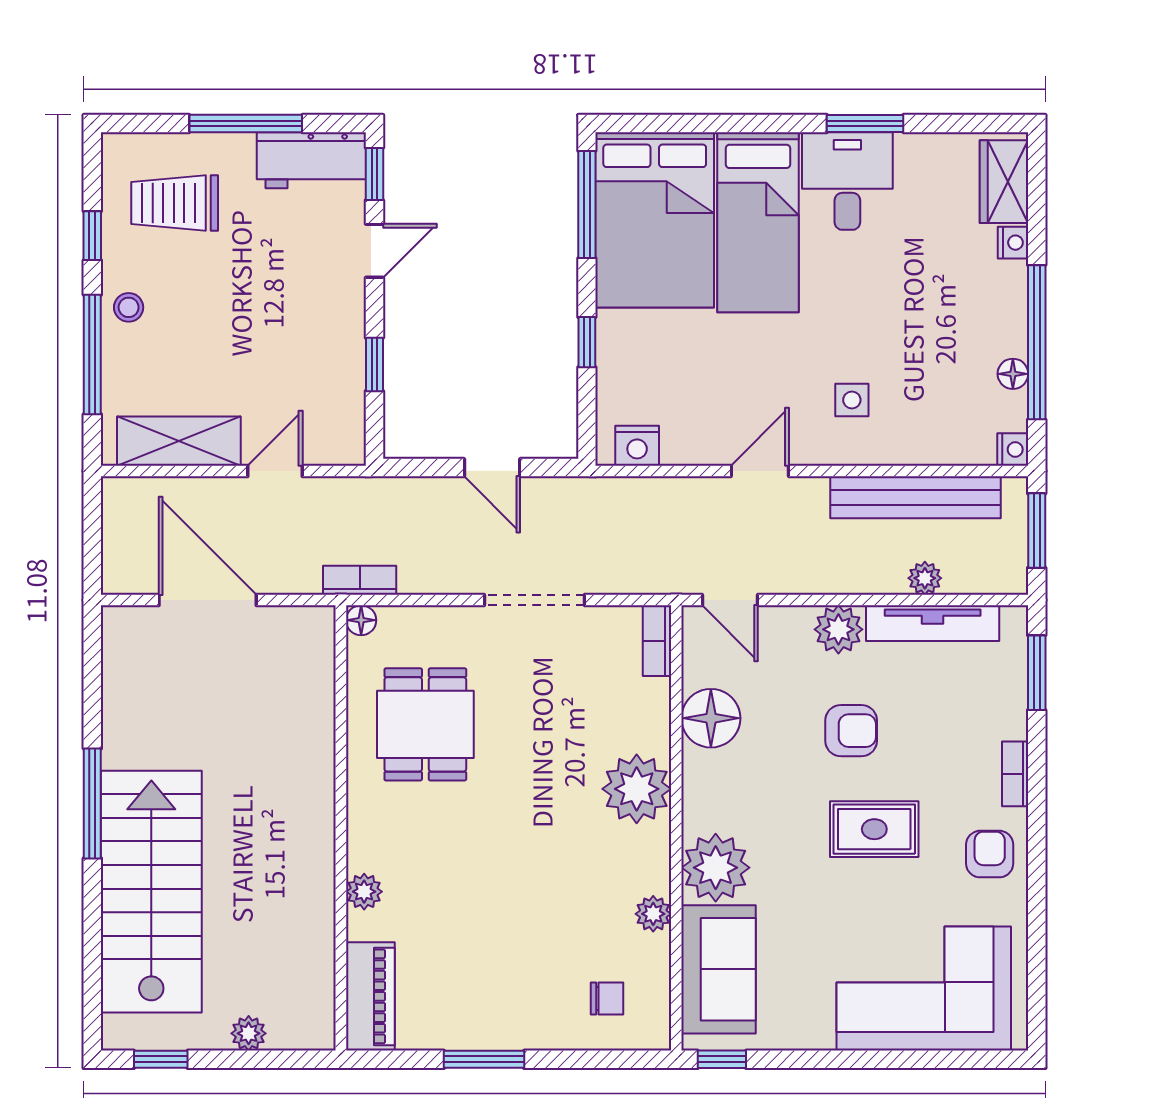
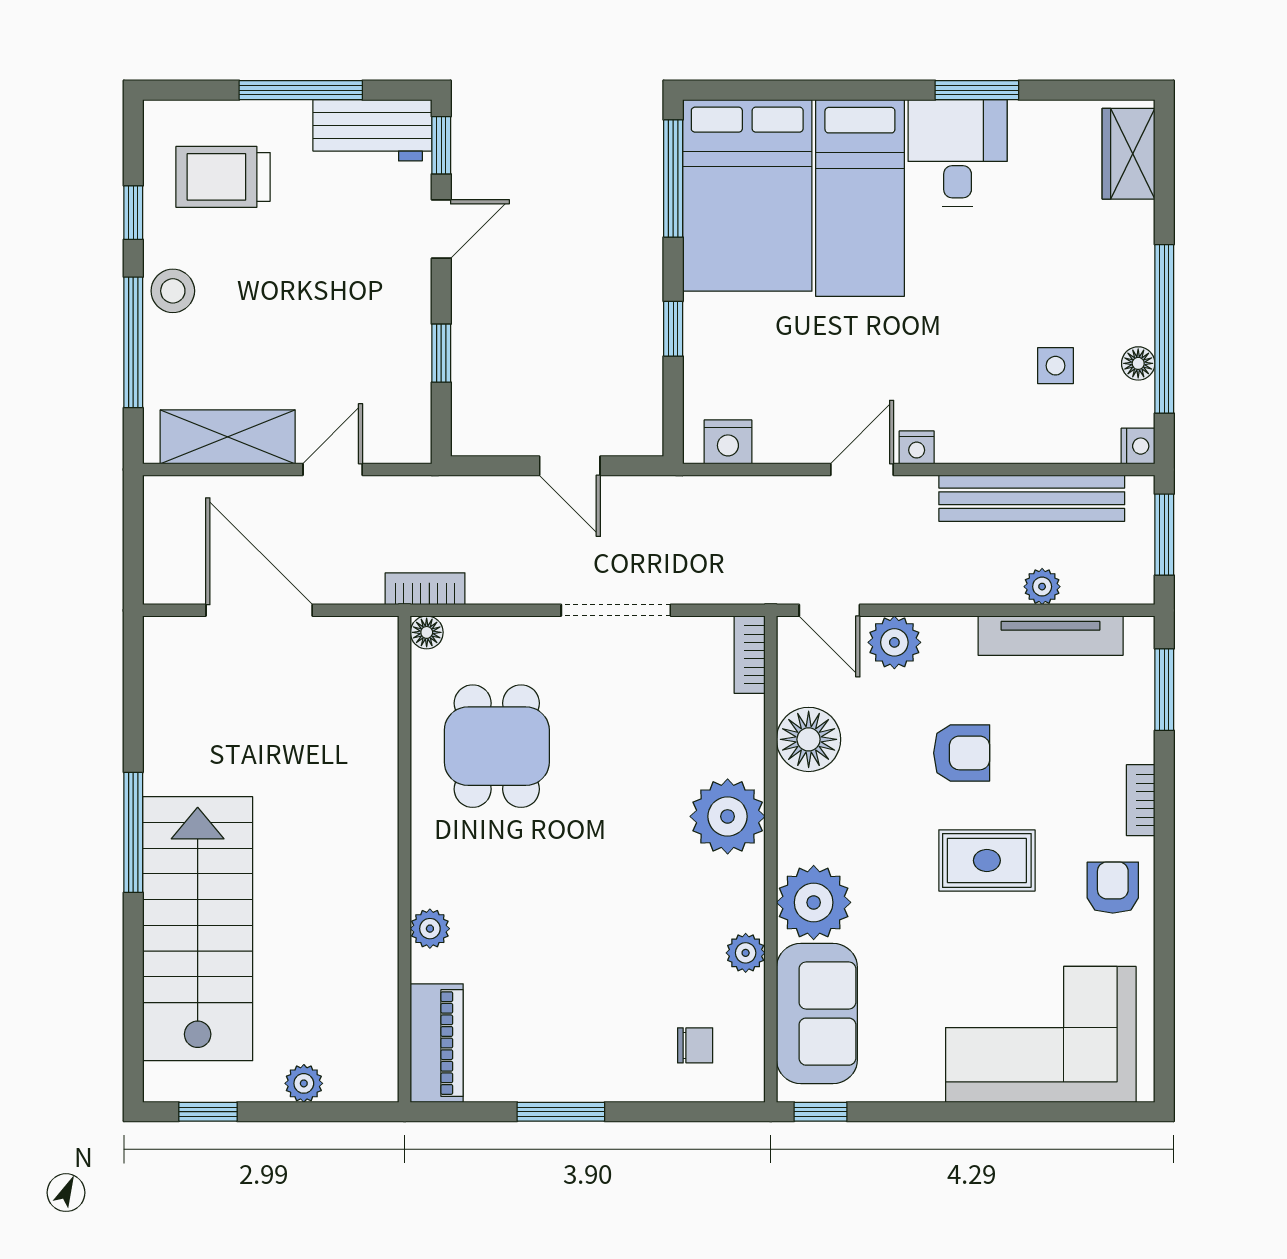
nightstand: (1013, 243) -> (917, 447), moved, turned 90
stool: (129, 307) -> (173, 291), width x1.37, depth x1.37
side table: (852, 400) -> (1055, 366), moved
plant: (838, 629) -> (894, 642), moved

